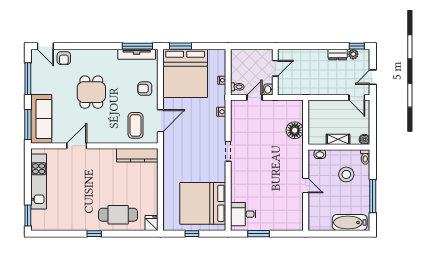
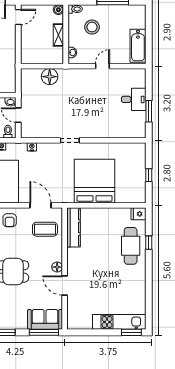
sofa: (41, 119) -> (45, 319), width x0.73
floor lamp: (96, 138) -> (57, 267), added
kitchen unit: (39, 181) -> (119, 322), moved
bed: (203, 203) -> (95, 181), moved, turned 180
desk: (243, 214) -> (134, 99), moved, turned -90
bathtub: (350, 222) -> (138, 46), moved
window: (94, 234) -> (149, 243), moved

